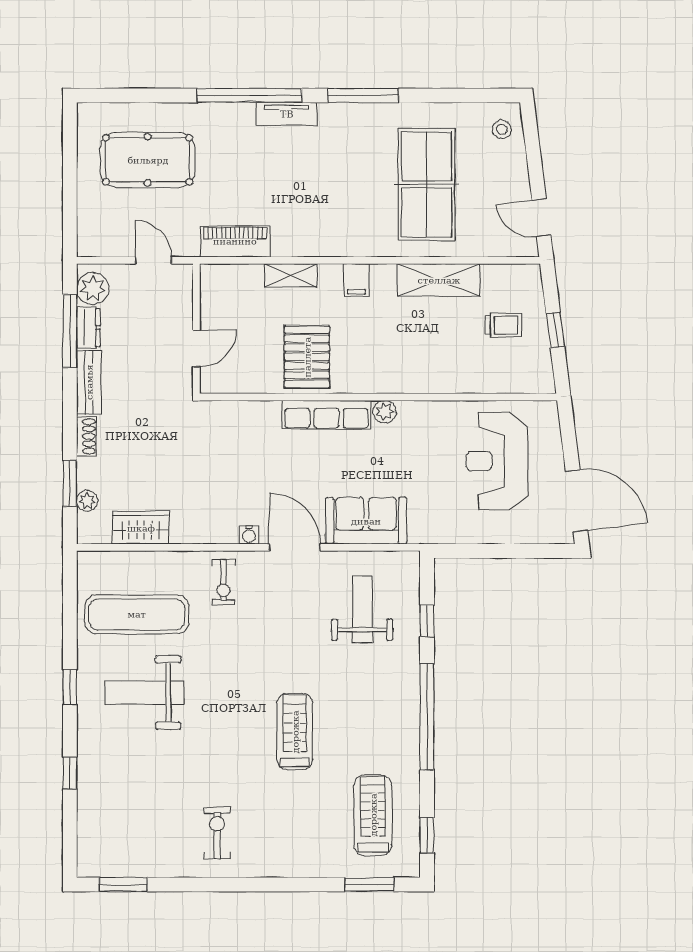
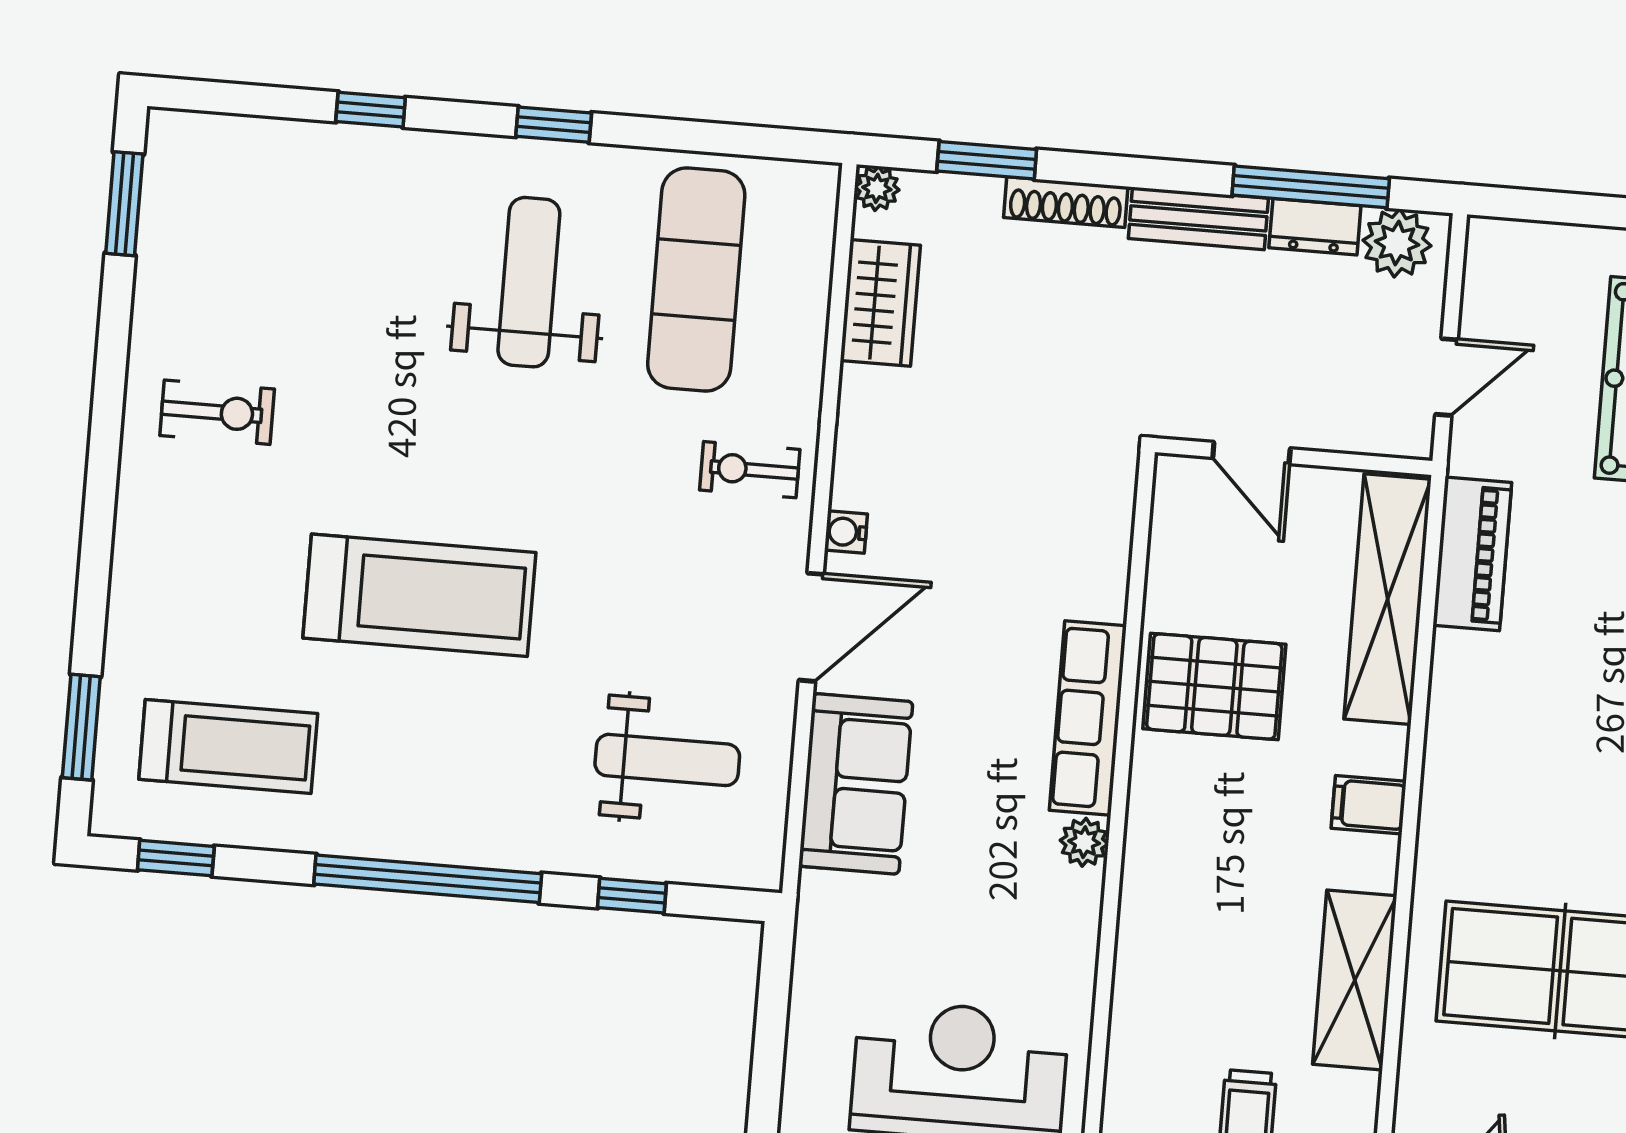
shelving: (291, 275) -> (1387, 599), width x2.20, depth x1.33
shoe rack: (86, 436) -> (1066, 202), width x1.43
plant: (87, 501) -> (877, 188), moved
treadmill: (295, 732) -> (419, 595), width x1.37, depth x1.38

